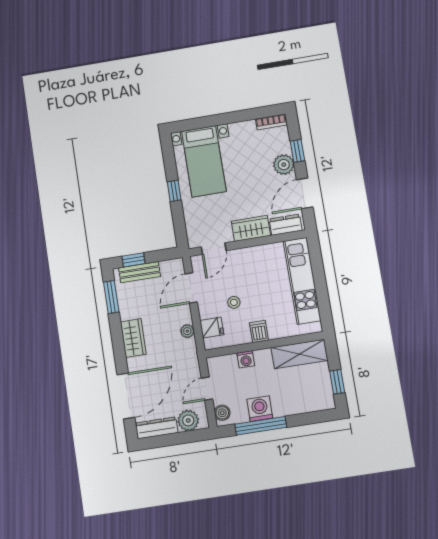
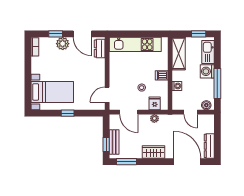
wardrobe: (251, 228) -> (99, 70), removed
door: (214, 249) -> (107, 95), swing flipped
kitchen sink: (310, 402) -> (208, 52), added
washing machine: (260, 409) -> (207, 71), moved
plant: (188, 420) -> (208, 126), removed

